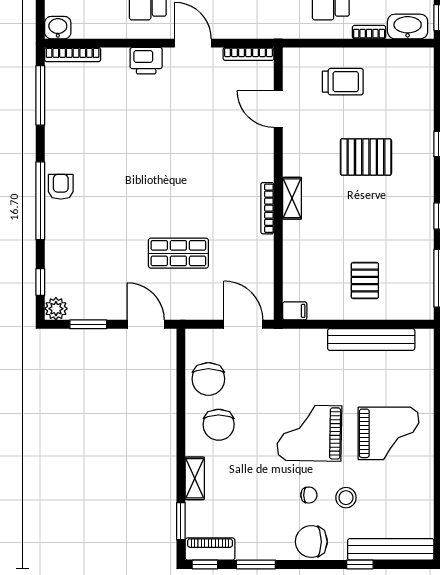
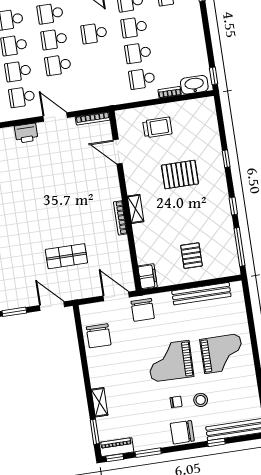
filing cabinet: (295, 311) -> (148, 277), width x2.00
chair: (219, 425) -> (143, 310), moved

